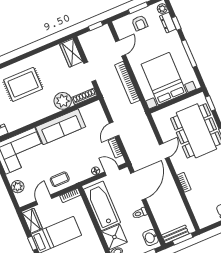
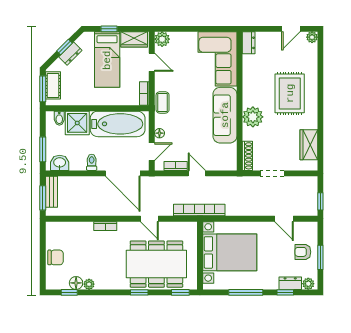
wardrobe: (71, 53) -> (309, 145), moved, turned -90
bookcase: (127, 83) -> (199, 210), moved
plant: (63, 101) -> (253, 117), moved
coffee table: (60, 179) -> (163, 102), moved
plant: (18, 187) -> (162, 39), moved

